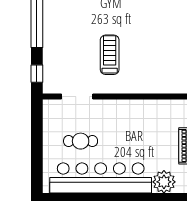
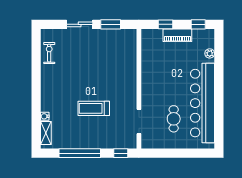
treadmill: (110, 55) -> (94, 108), moved
plant: (164, 182) -> (210, 53), width x0.53, depth x0.53

